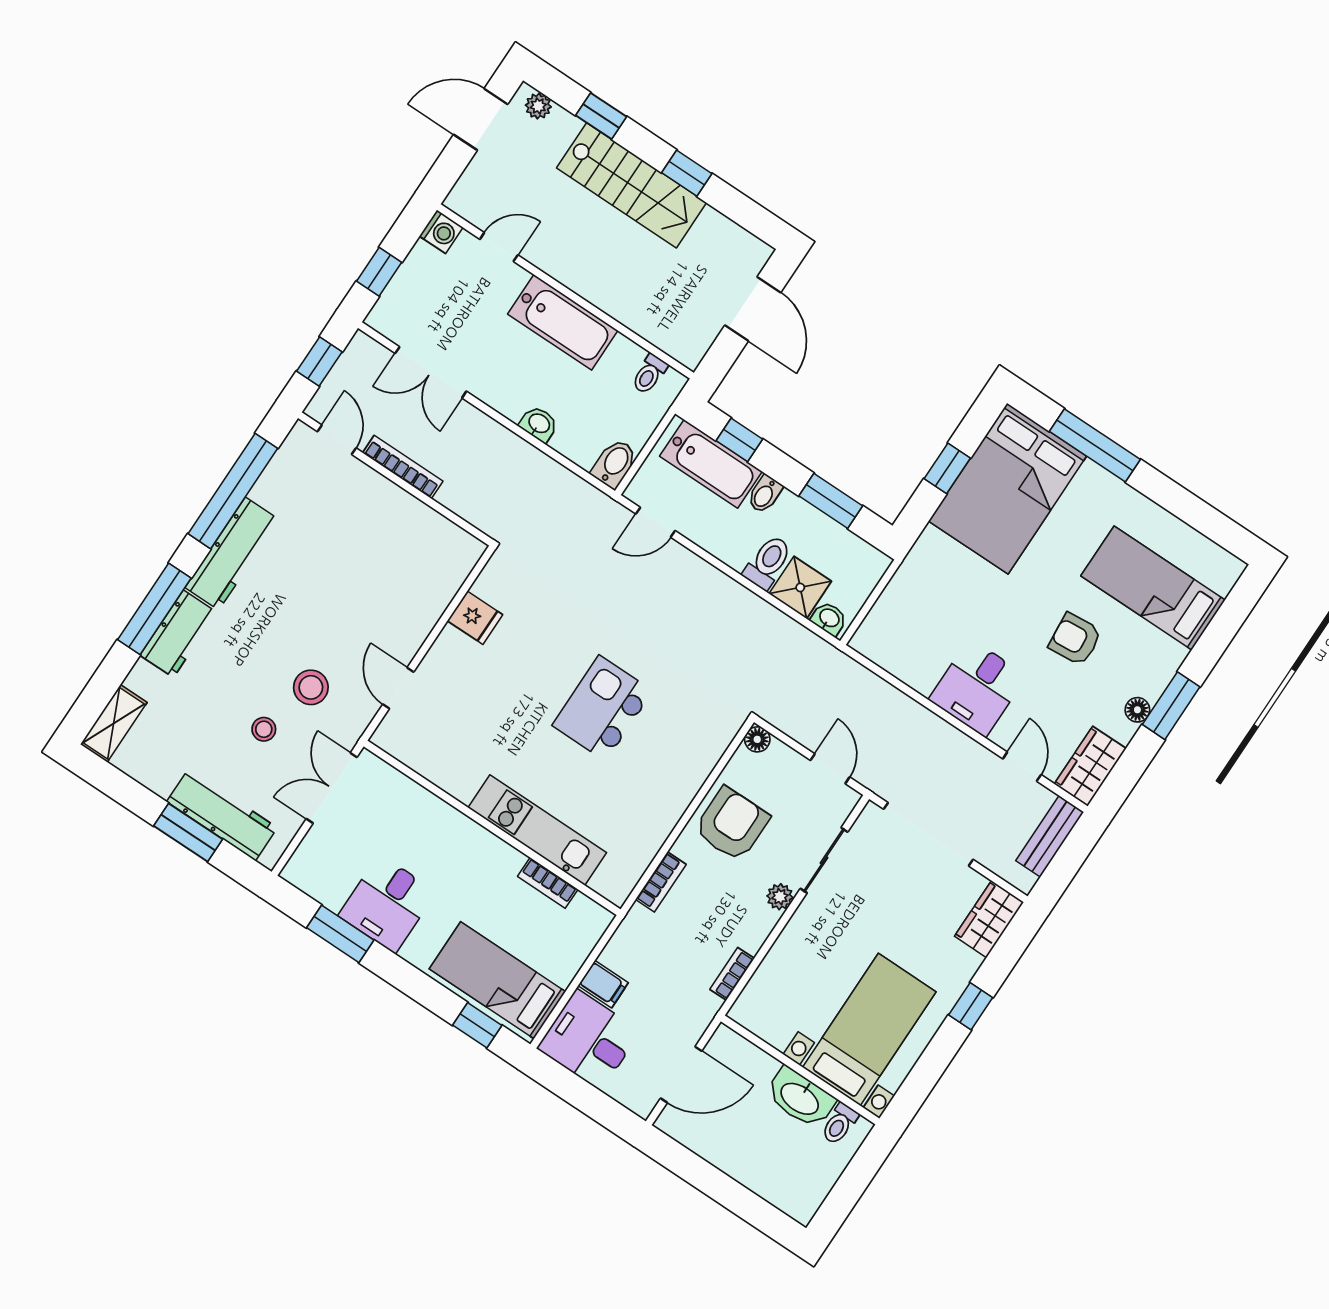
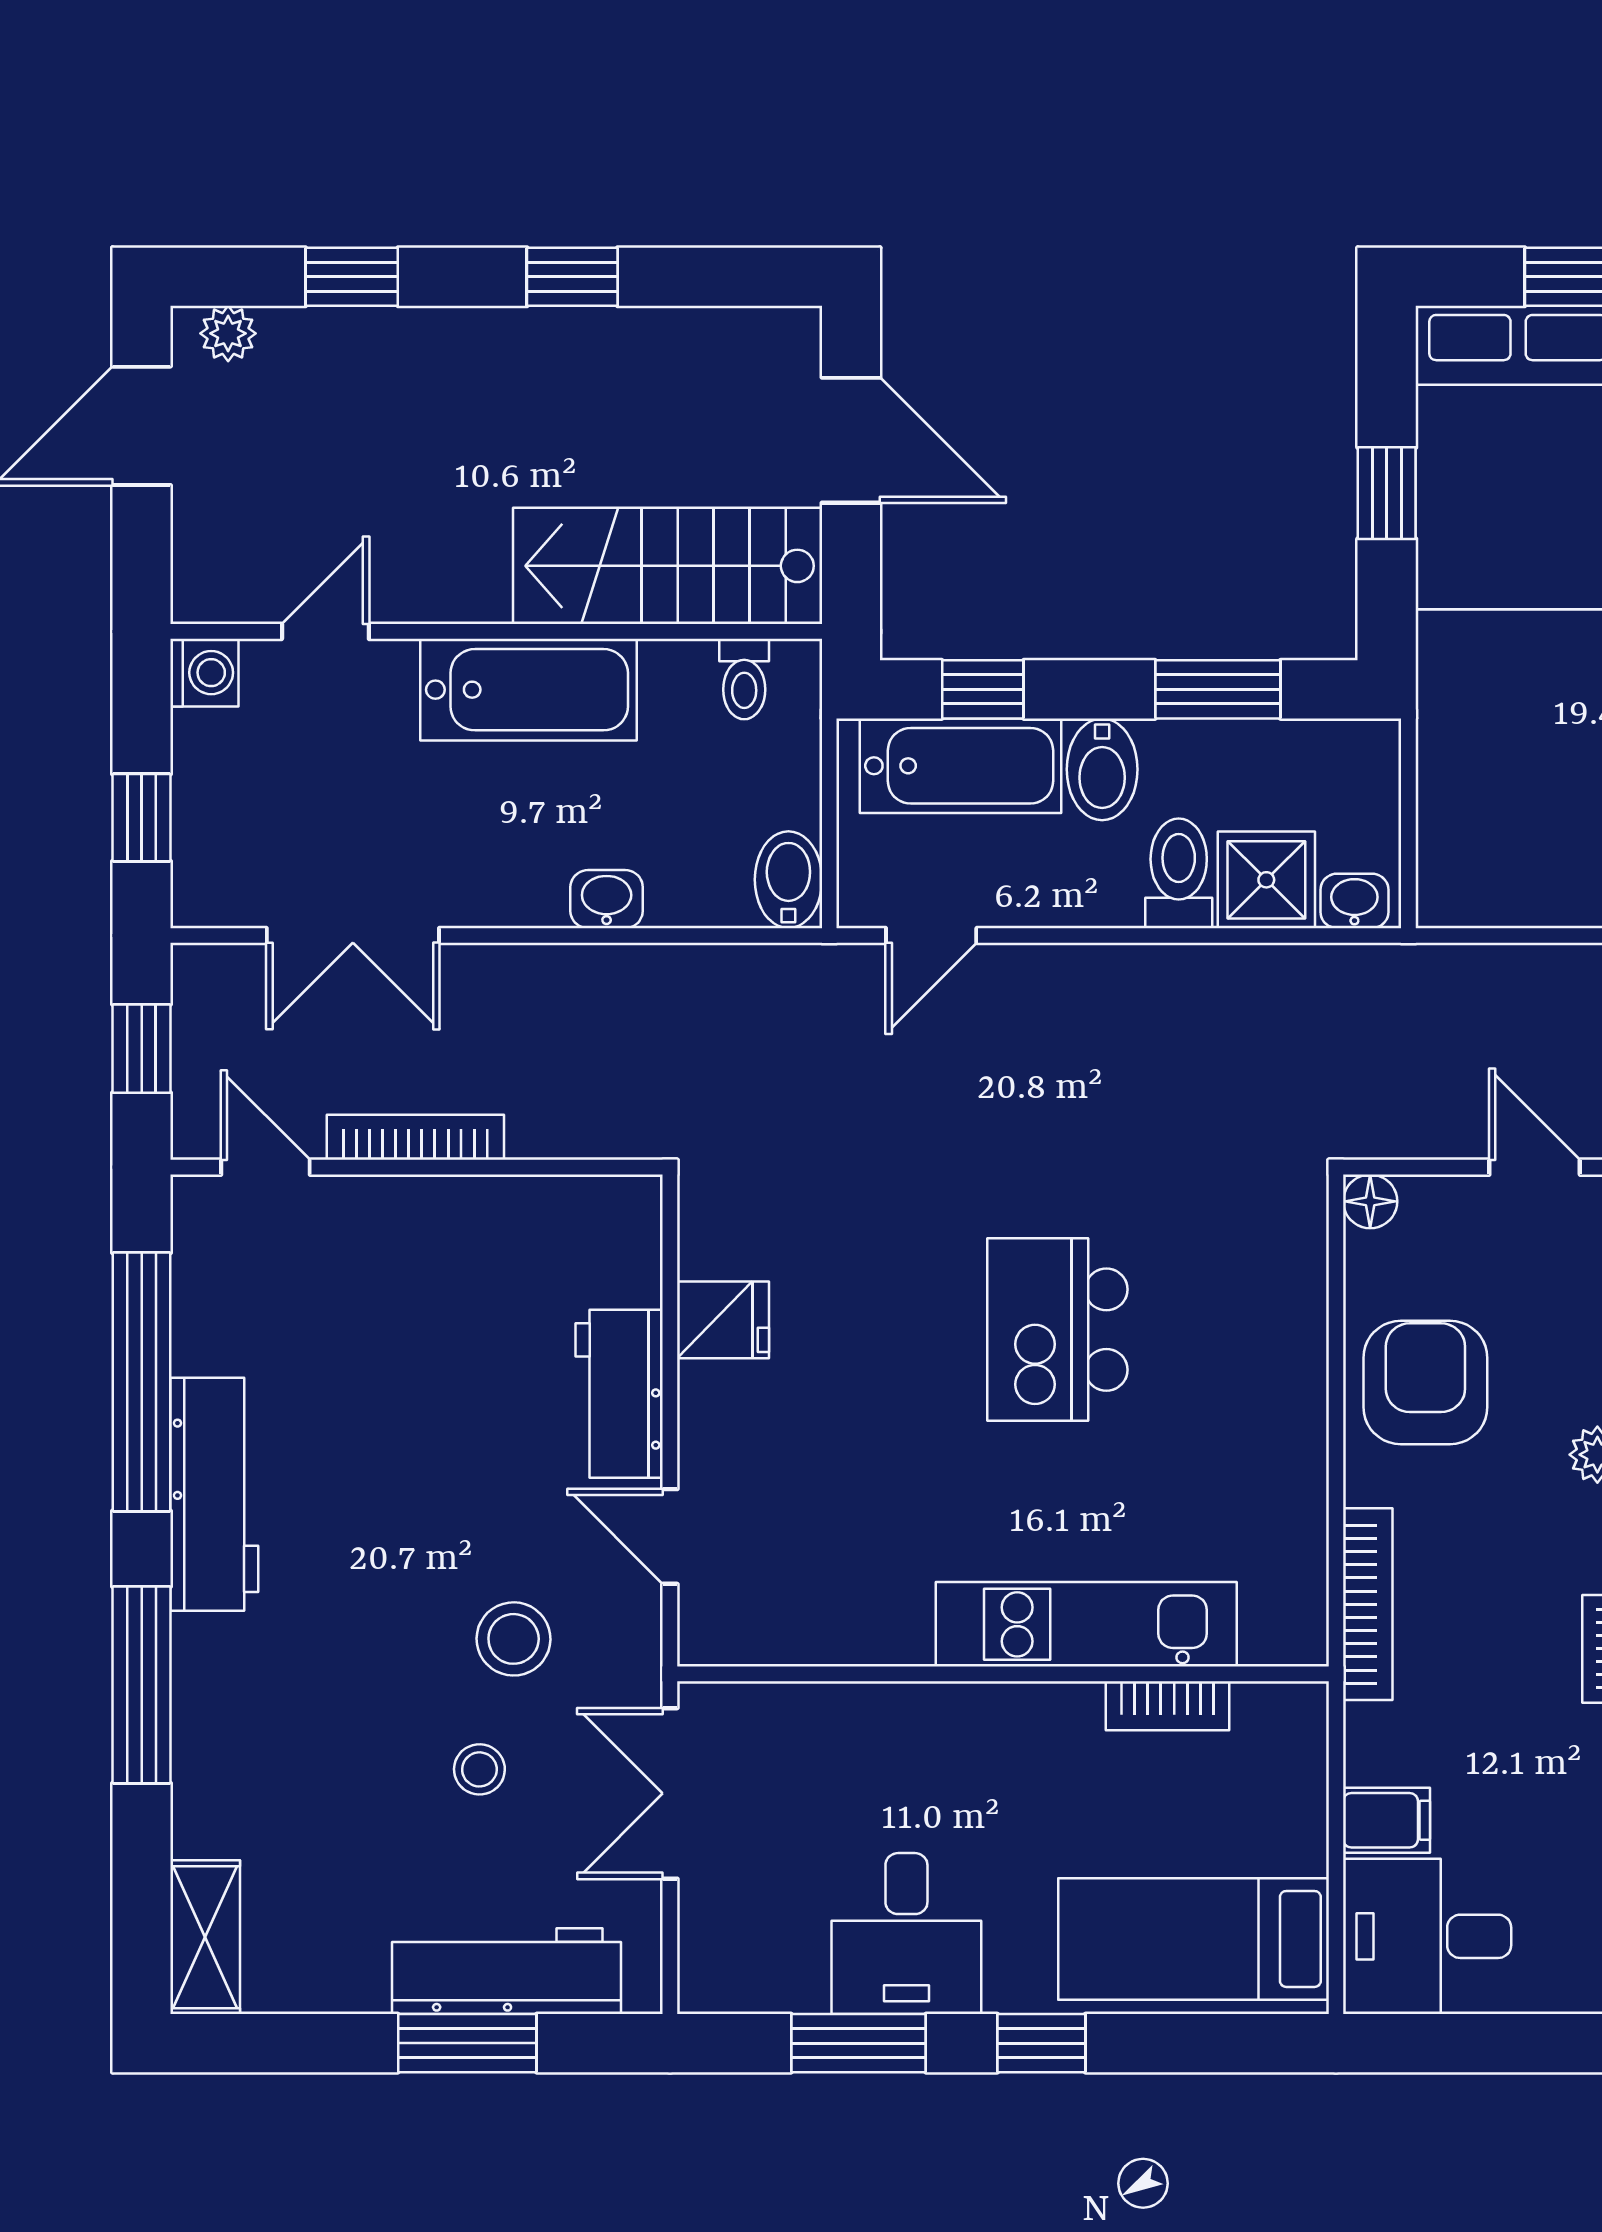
stairs: (632, 185) -> (668, 566), moved, turned 180
bidet: (765, 494) -> (1102, 769), width x1.38, depth x1.36
workbench: (178, 634) -> (619, 1394), moved, turned 180
bookcase: (661, 882) -> (1368, 1604), width x1.56
window: (477, 1025) -> (1041, 2043), moved

